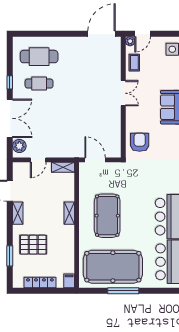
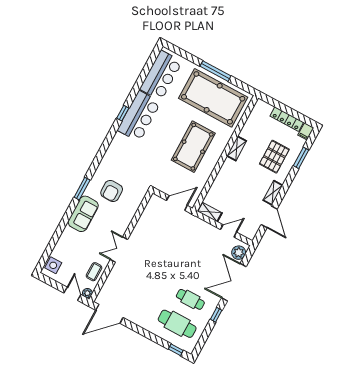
window: (28, 34) -> (176, 350), added
door: (143, 34) -> (72, 294), hinge flipped
armchair: (140, 142) -> (112, 191), moved
door: (95, 160) -> (177, 203), swing flipped
shelving: (69, 213) -> (237, 148), moved
pallet: (33, 245) -> (274, 157), turned 90
filing cabinet: (69, 281) -> (306, 131), moved

